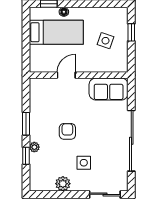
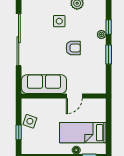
side table: (105, 41) -> (30, 121), moved
sofa: (109, 89) -> (44, 84), width x1.36
armchair: (67, 131) -> (73, 48), turned -90

